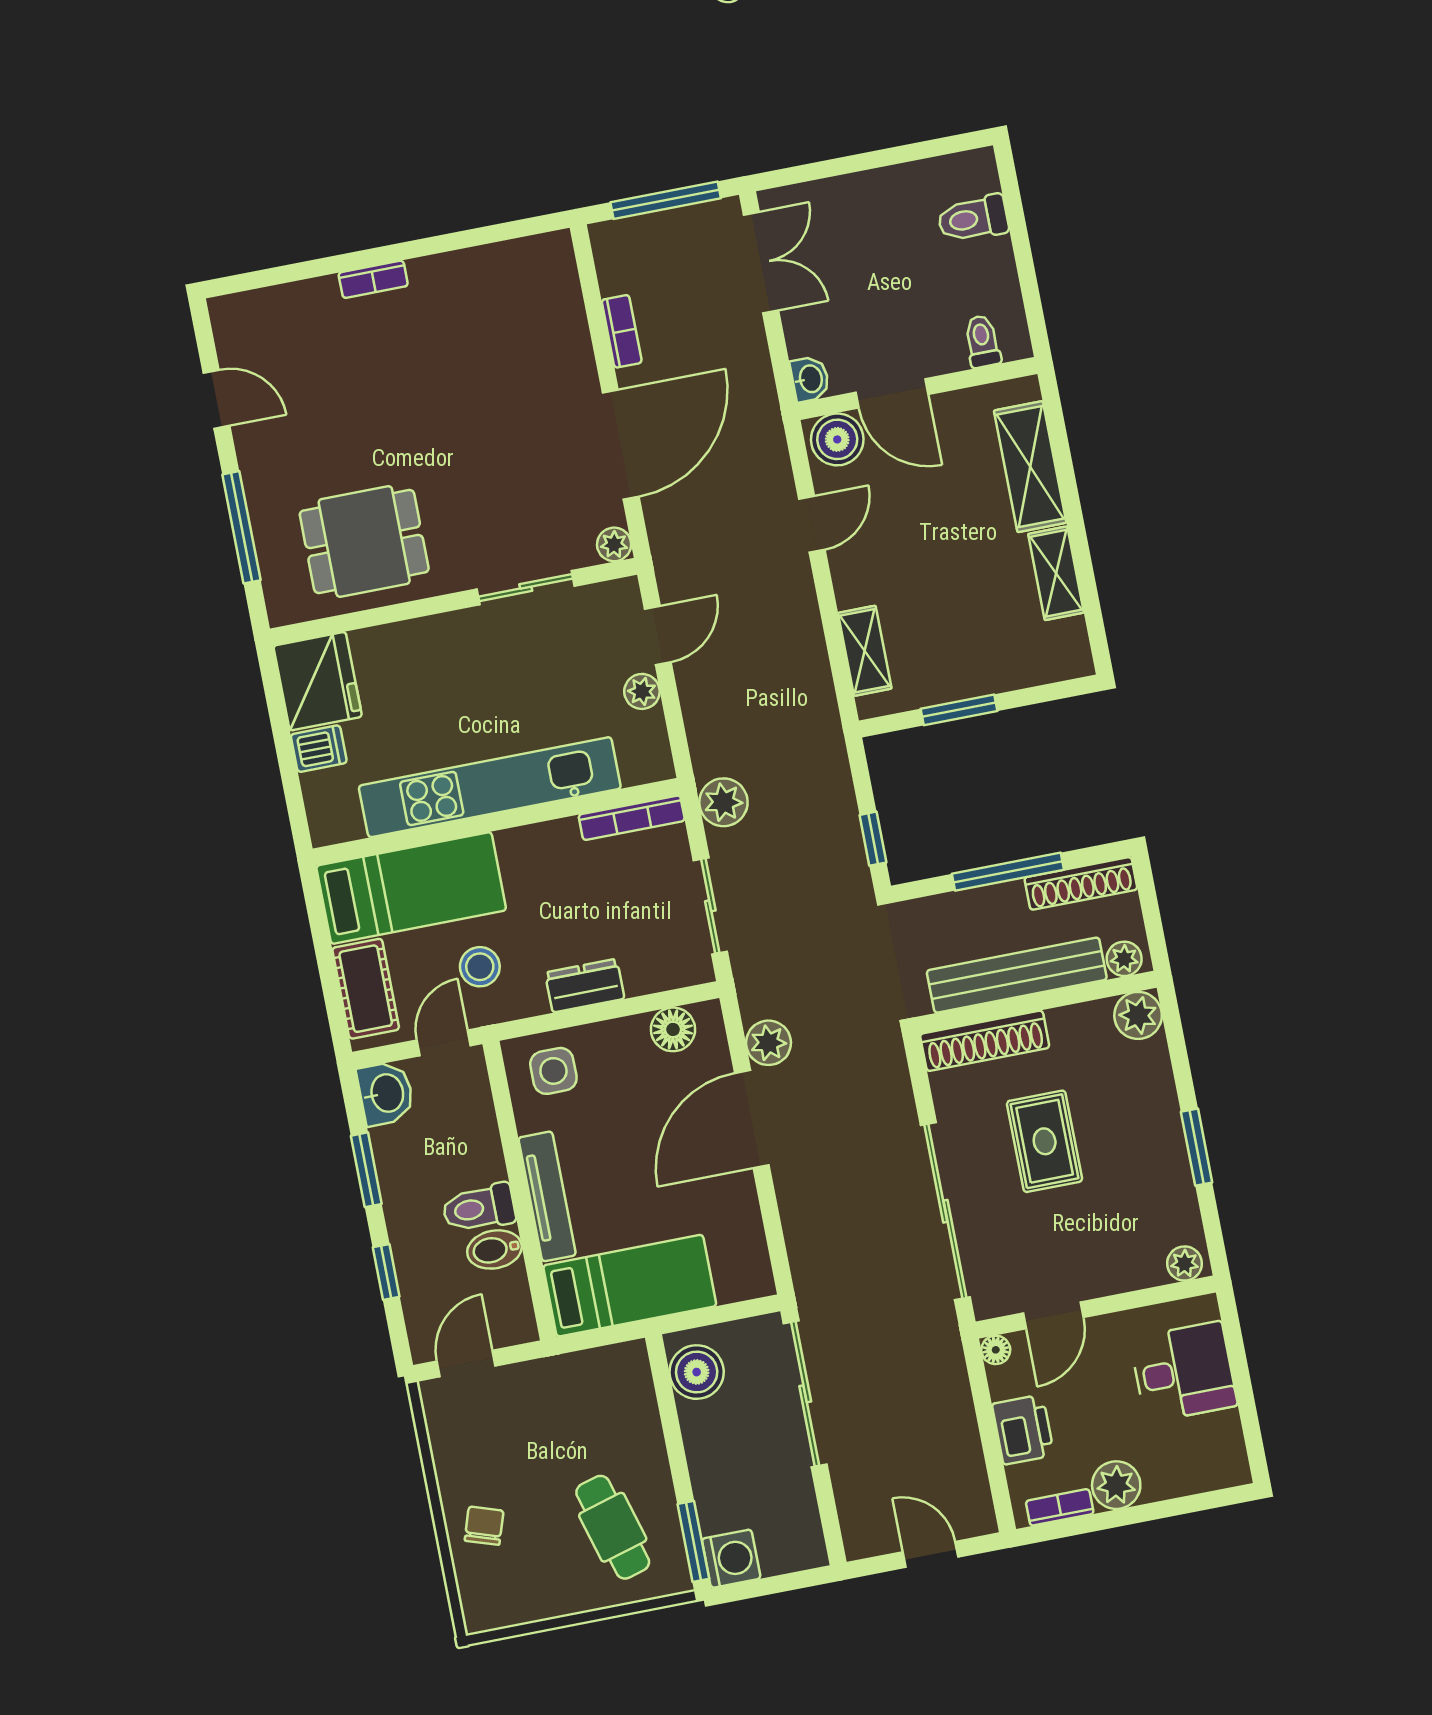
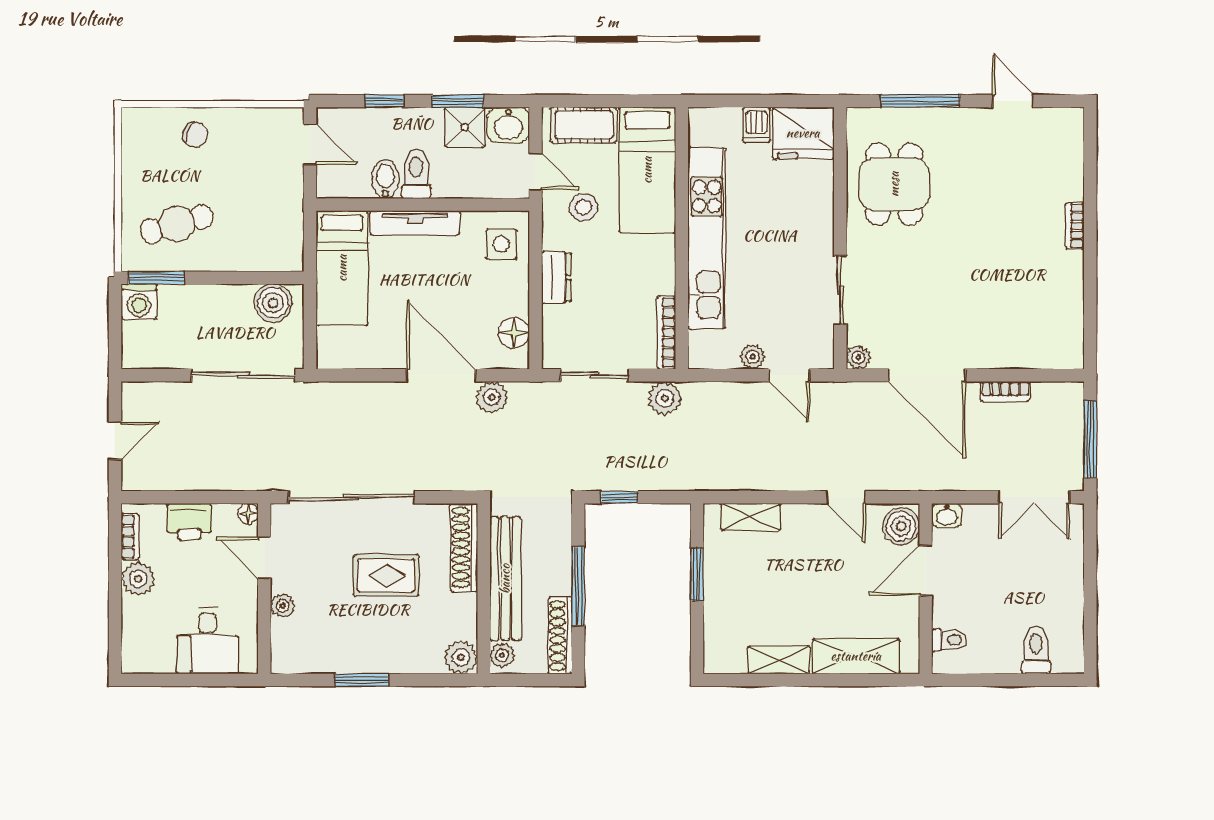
door: (216, 399) -> (1013, 101), swing flipped
shower: (401, 1153) -> (465, 127), added
plant: (1185, 1263) -> (283, 606), moved

